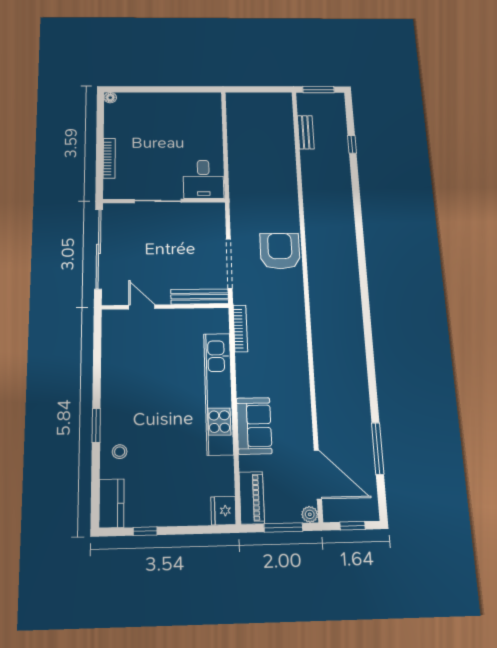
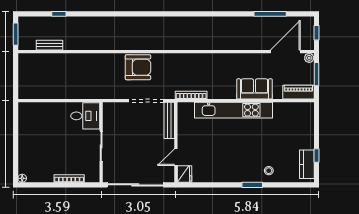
armchair: (280, 251) -> (138, 67), turned 180
kitchen counter: (112, 503) -> (307, 164), moved, turned -90
fridge: (223, 511) -> (184, 174), moved, turned -90

